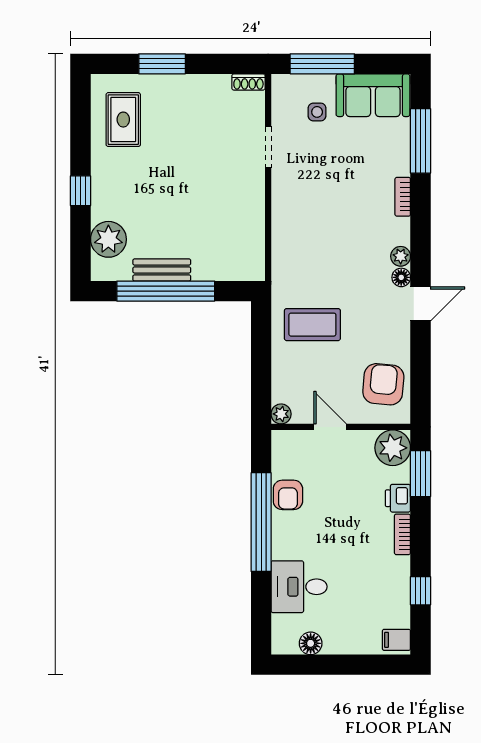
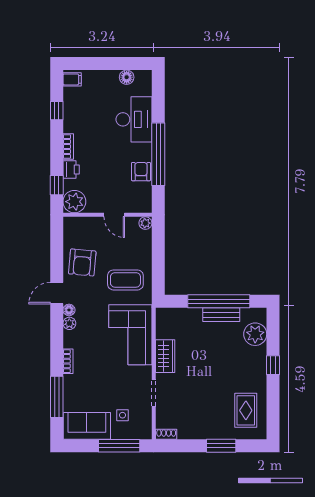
wardrobe: (250, 205) -> (165, 356), added
corner sofa: (305, 238) -> (130, 335), added
armchair: (383, 384) -> (82, 262), moved
window: (421, 474) -> (57, 185), width x0.67
desk: (299, 587) -> (134, 119), width x1.37

